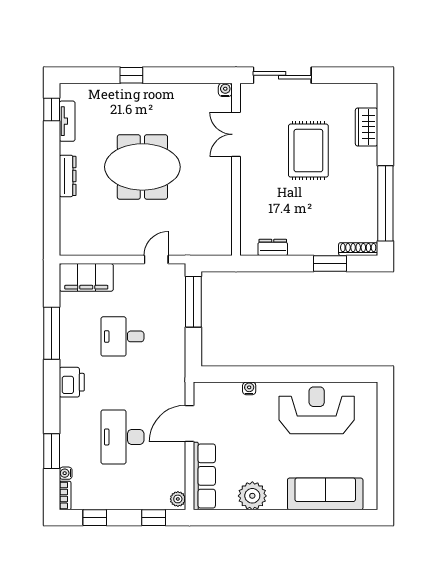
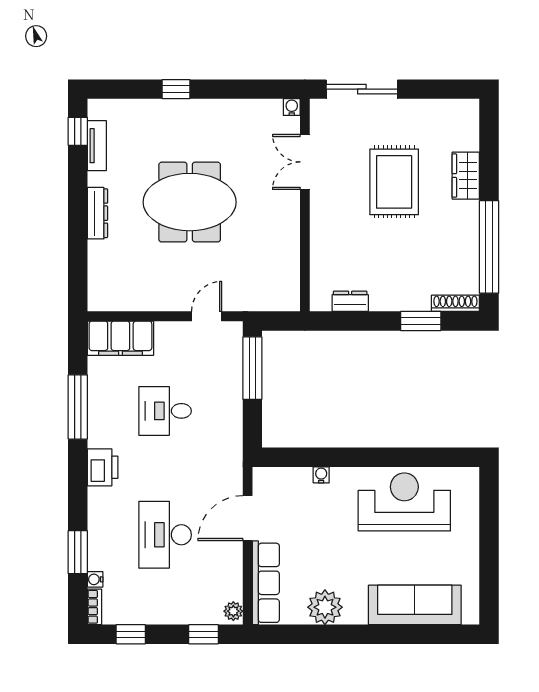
wardrobe: (367, 127) -> (466, 176), moved

